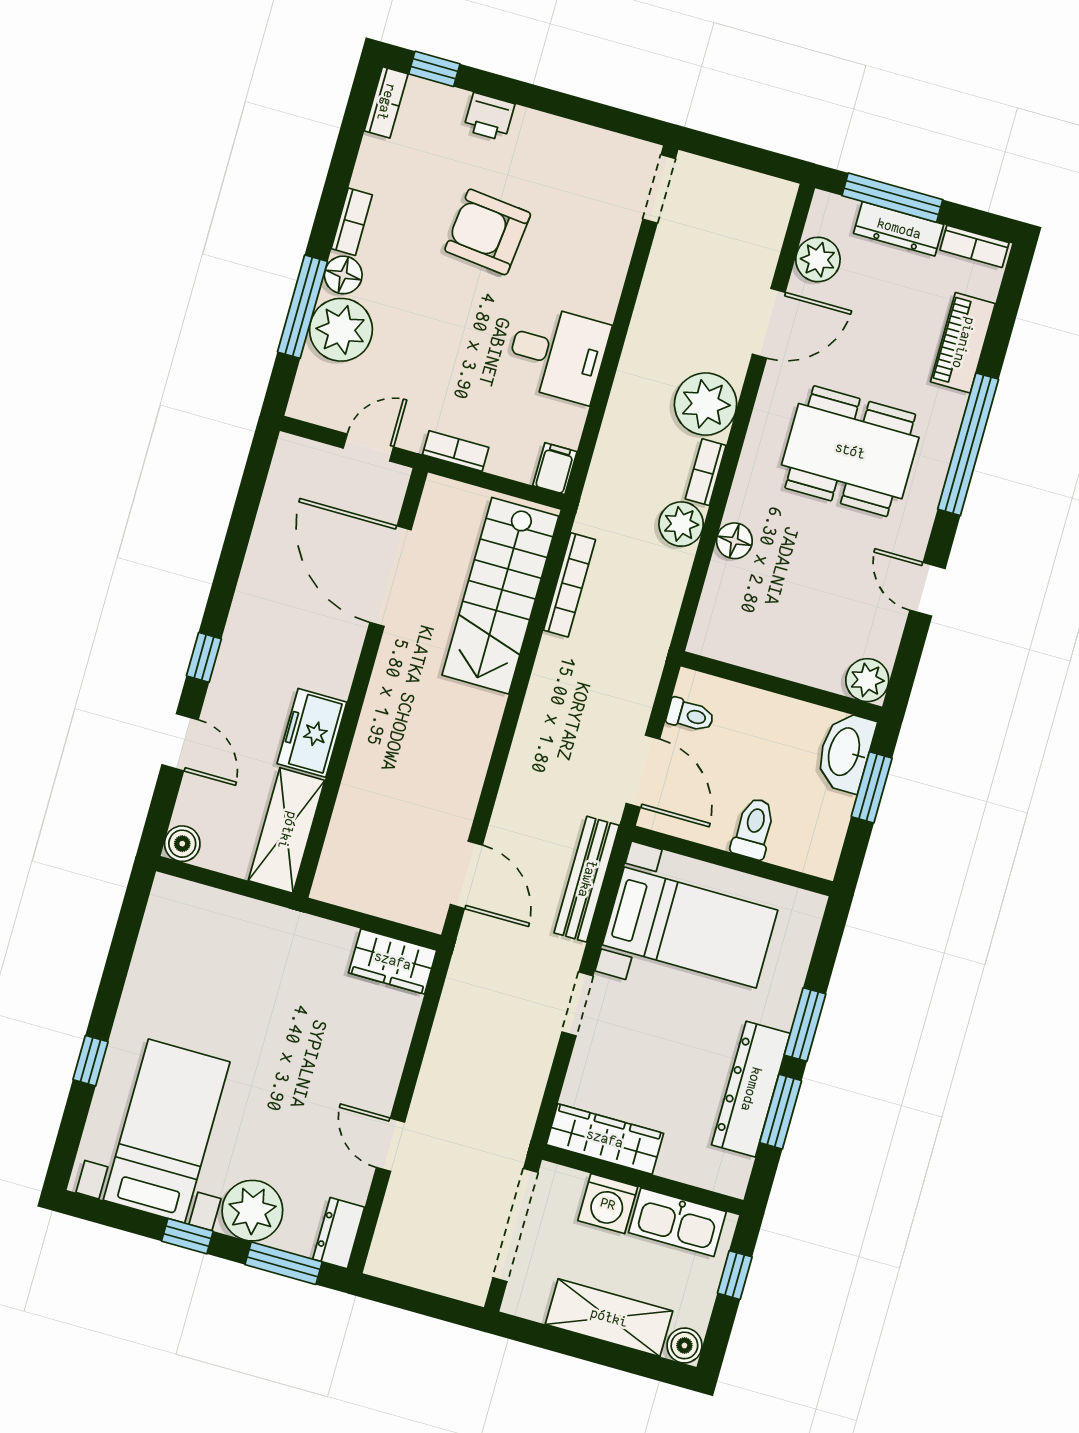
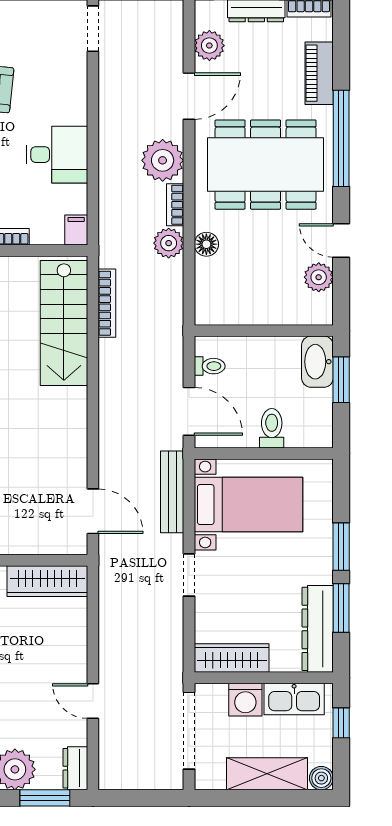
dining table: (850, 451) -> (266, 165), width x1.36, depth x1.24
plant: (867, 680) -> (319, 277), moved
wardrobe: (393, 961) -> (47, 581), width x1.50
dresser: (751, 1089) -> (318, 629), moved

